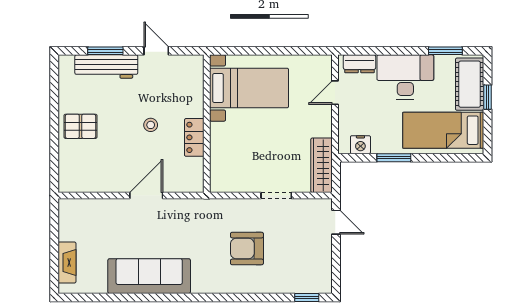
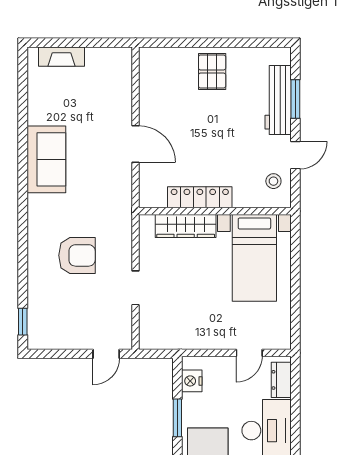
door: (335, 93) -> (249, 353), swing flipped
stool: (151, 125) -> (273, 181), moved
locker: (194, 137) -> (200, 197), width x1.53
wardrobe: (321, 165) -> (186, 226), moved, turned 180
armchair: (247, 248) -> (77, 255), turned 90
sofa: (149, 276) -> (46, 159), width x0.73

